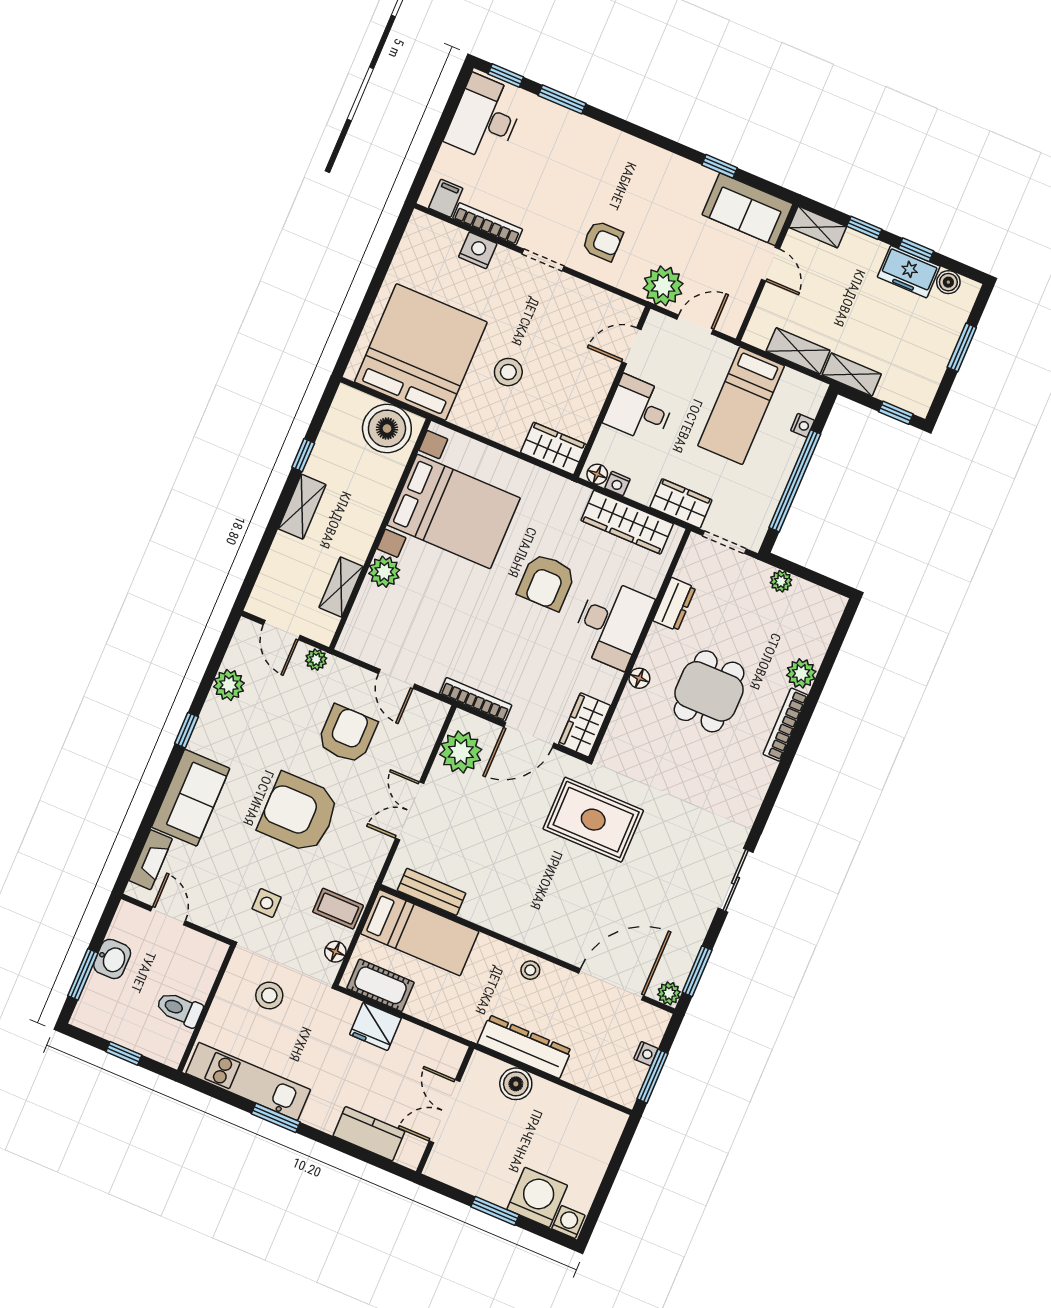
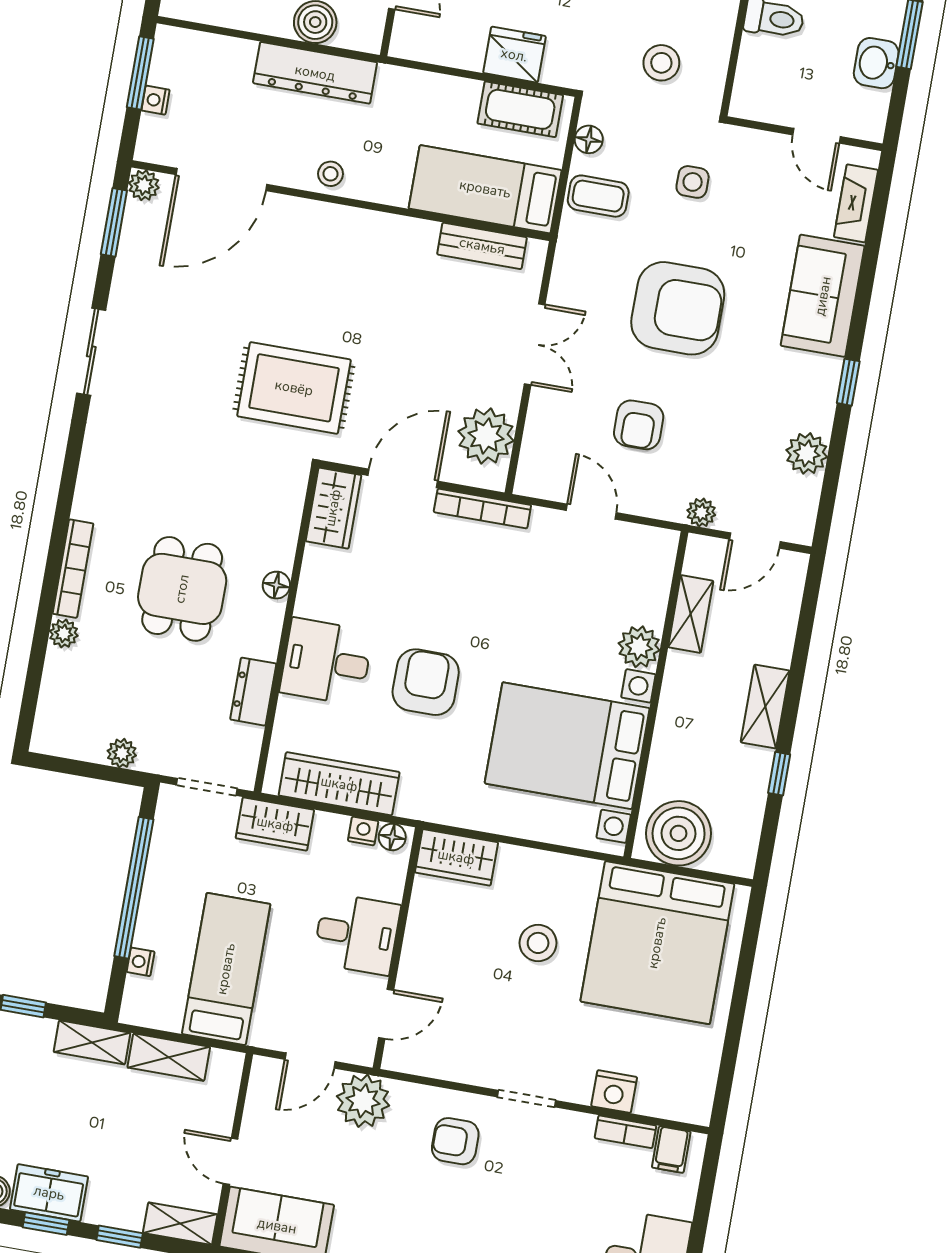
bookcase: (488, 224) -> (625, 1132), width x0.64
desk: (612, 624) -> (326, 662), width x0.73
door: (282, 630) -> (755, 540), swing flipped
plant: (801, 673) -> (64, 633), width x0.73, depth x0.73
armchair: (347, 734) -> (639, 425), width x0.72, depth x0.72

